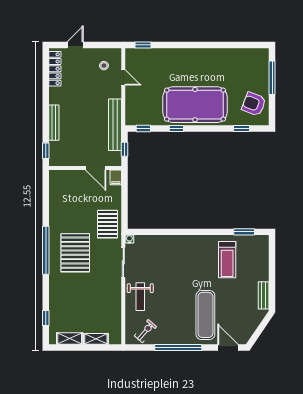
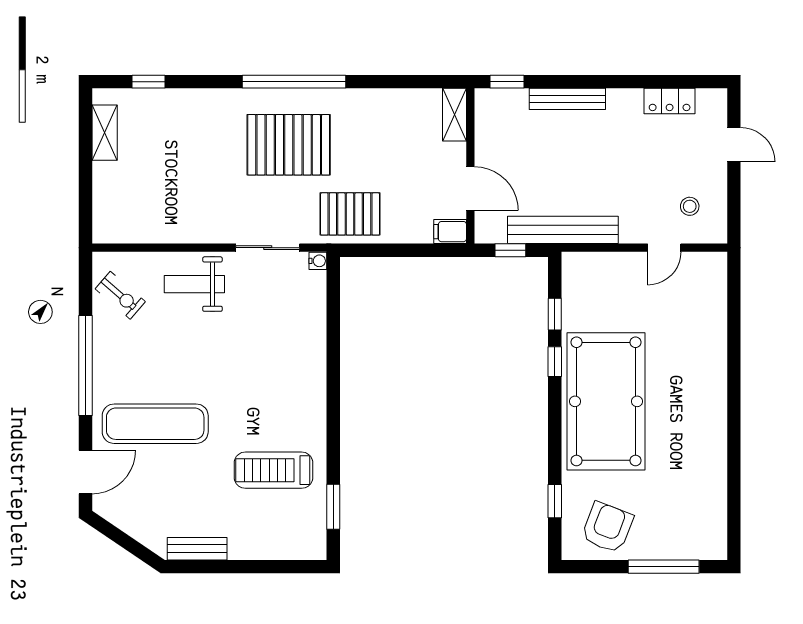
window: (143, 45) -> (734, 290), removed
locker: (55, 69) -> (670, 101), width x0.66
window: (143, 129) -> (555, 314), moved
door: (96, 168) -> (470, 189), swing flipped
shelving: (96, 339) -> (454, 115), moved

